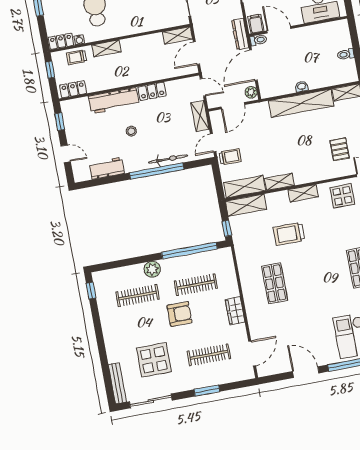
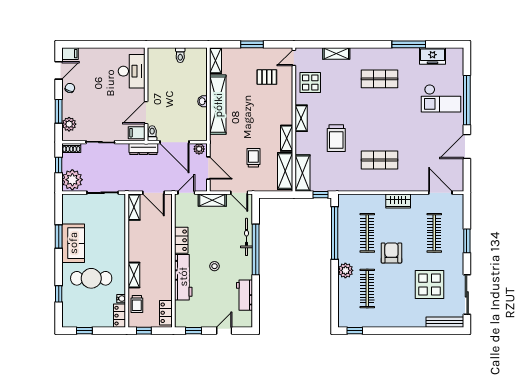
trolley: (230, 157) -> (253, 158), moved

